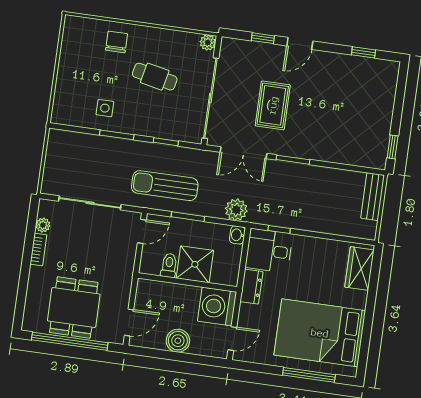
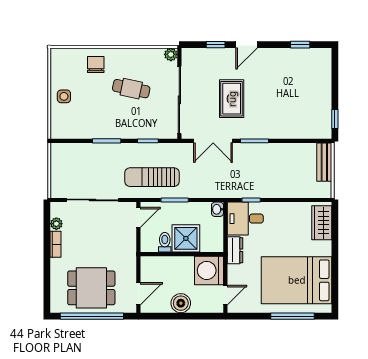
side table: (105, 108) -> (64, 96), moved
plant: (236, 210) -> (214, 189), removed
dining table: (74, 307) -> (91, 288), turned 90

